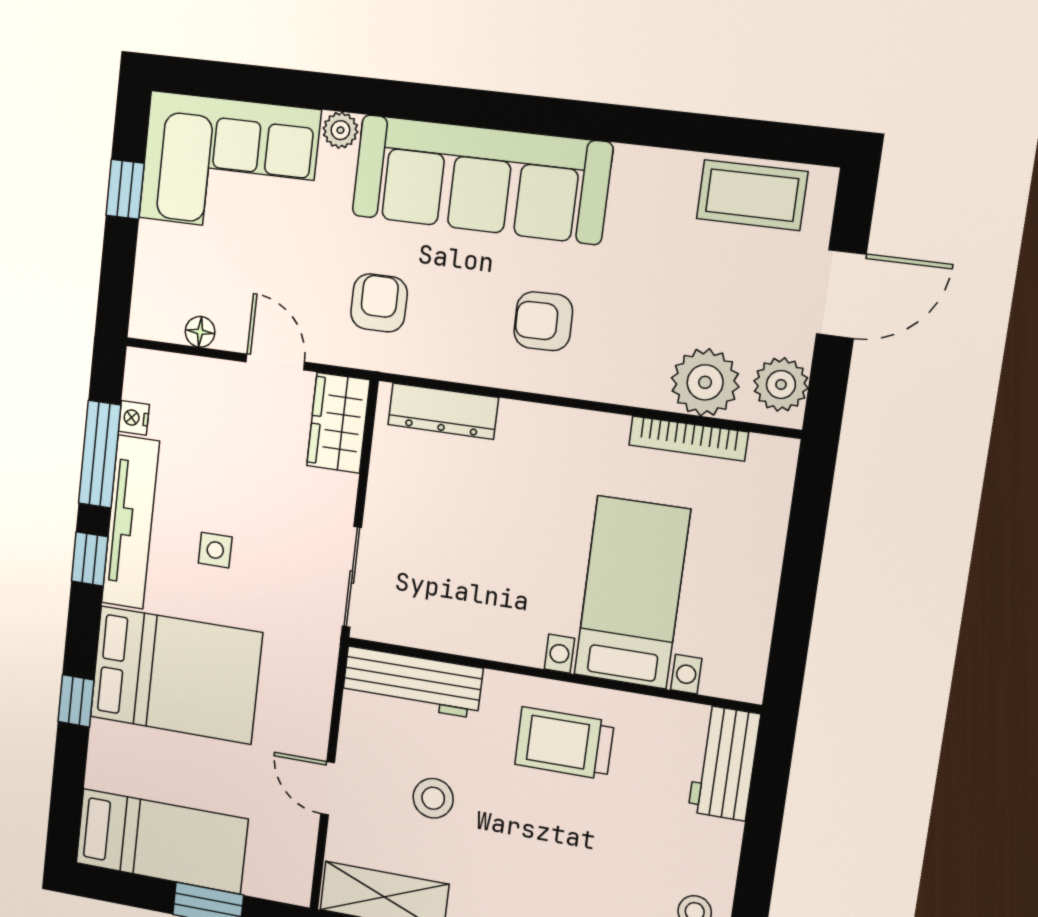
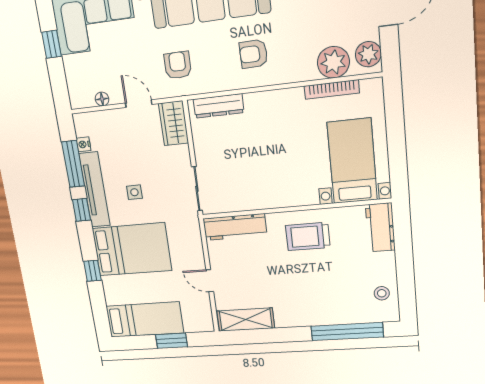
bed with nightstands: (632, 592) -> (352, 161), moved
stool: (433, 798) -> (256, 274), removed

